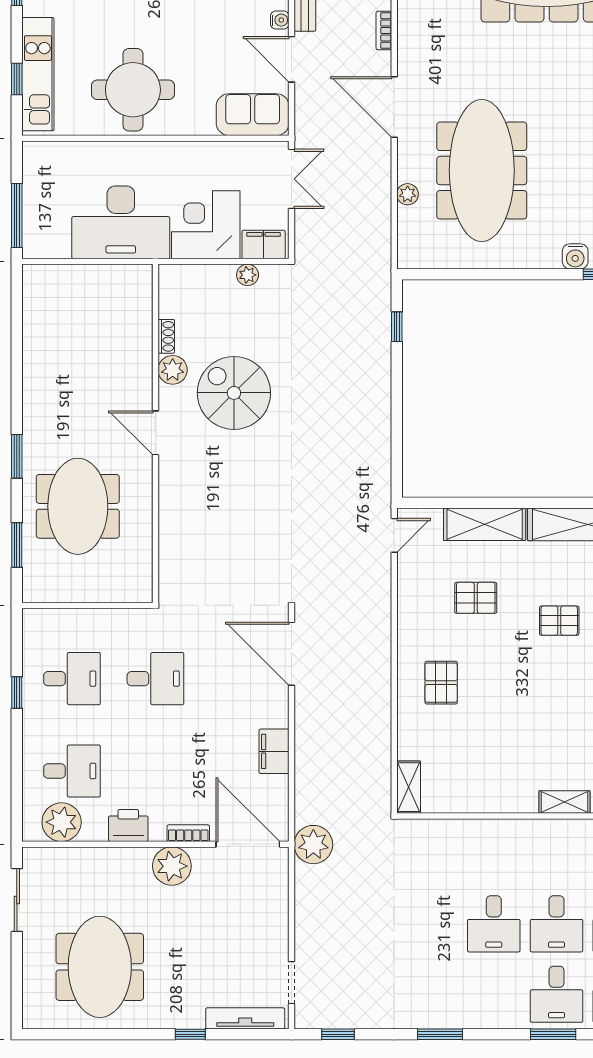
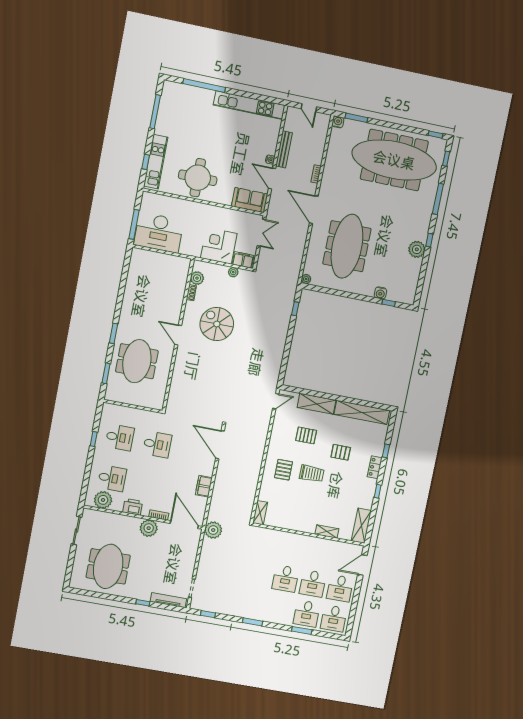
plant: (408, 194) -> (306, 279), moved
desk: (121, 222) -> (159, 233), moved
plant: (173, 370) -> (197, 278), moved
trolley: (505, 680) -> (312, 474), added

